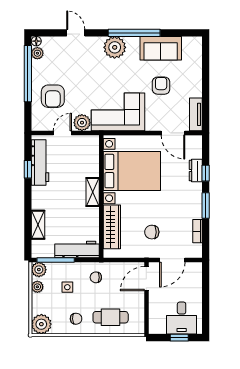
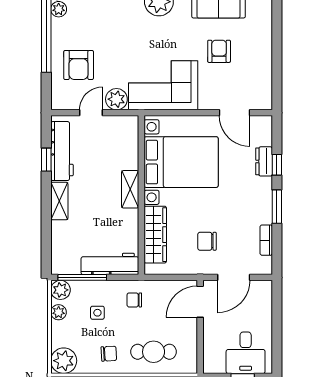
tv unit: (196, 114) -> (264, 89), removed
shelving: (38, 225) -> (59, 201), moved

